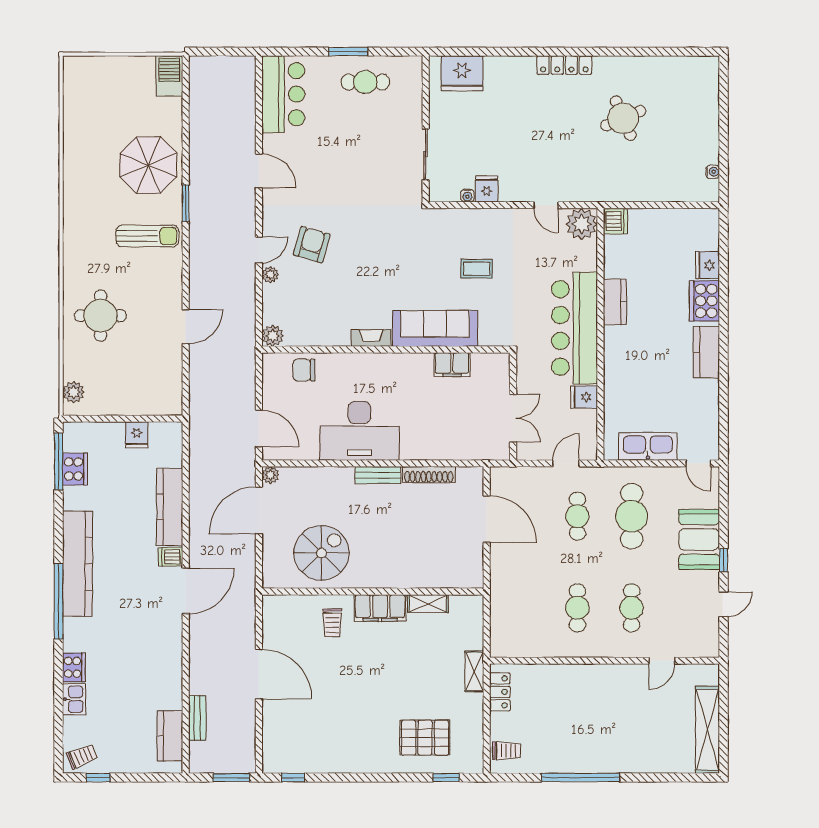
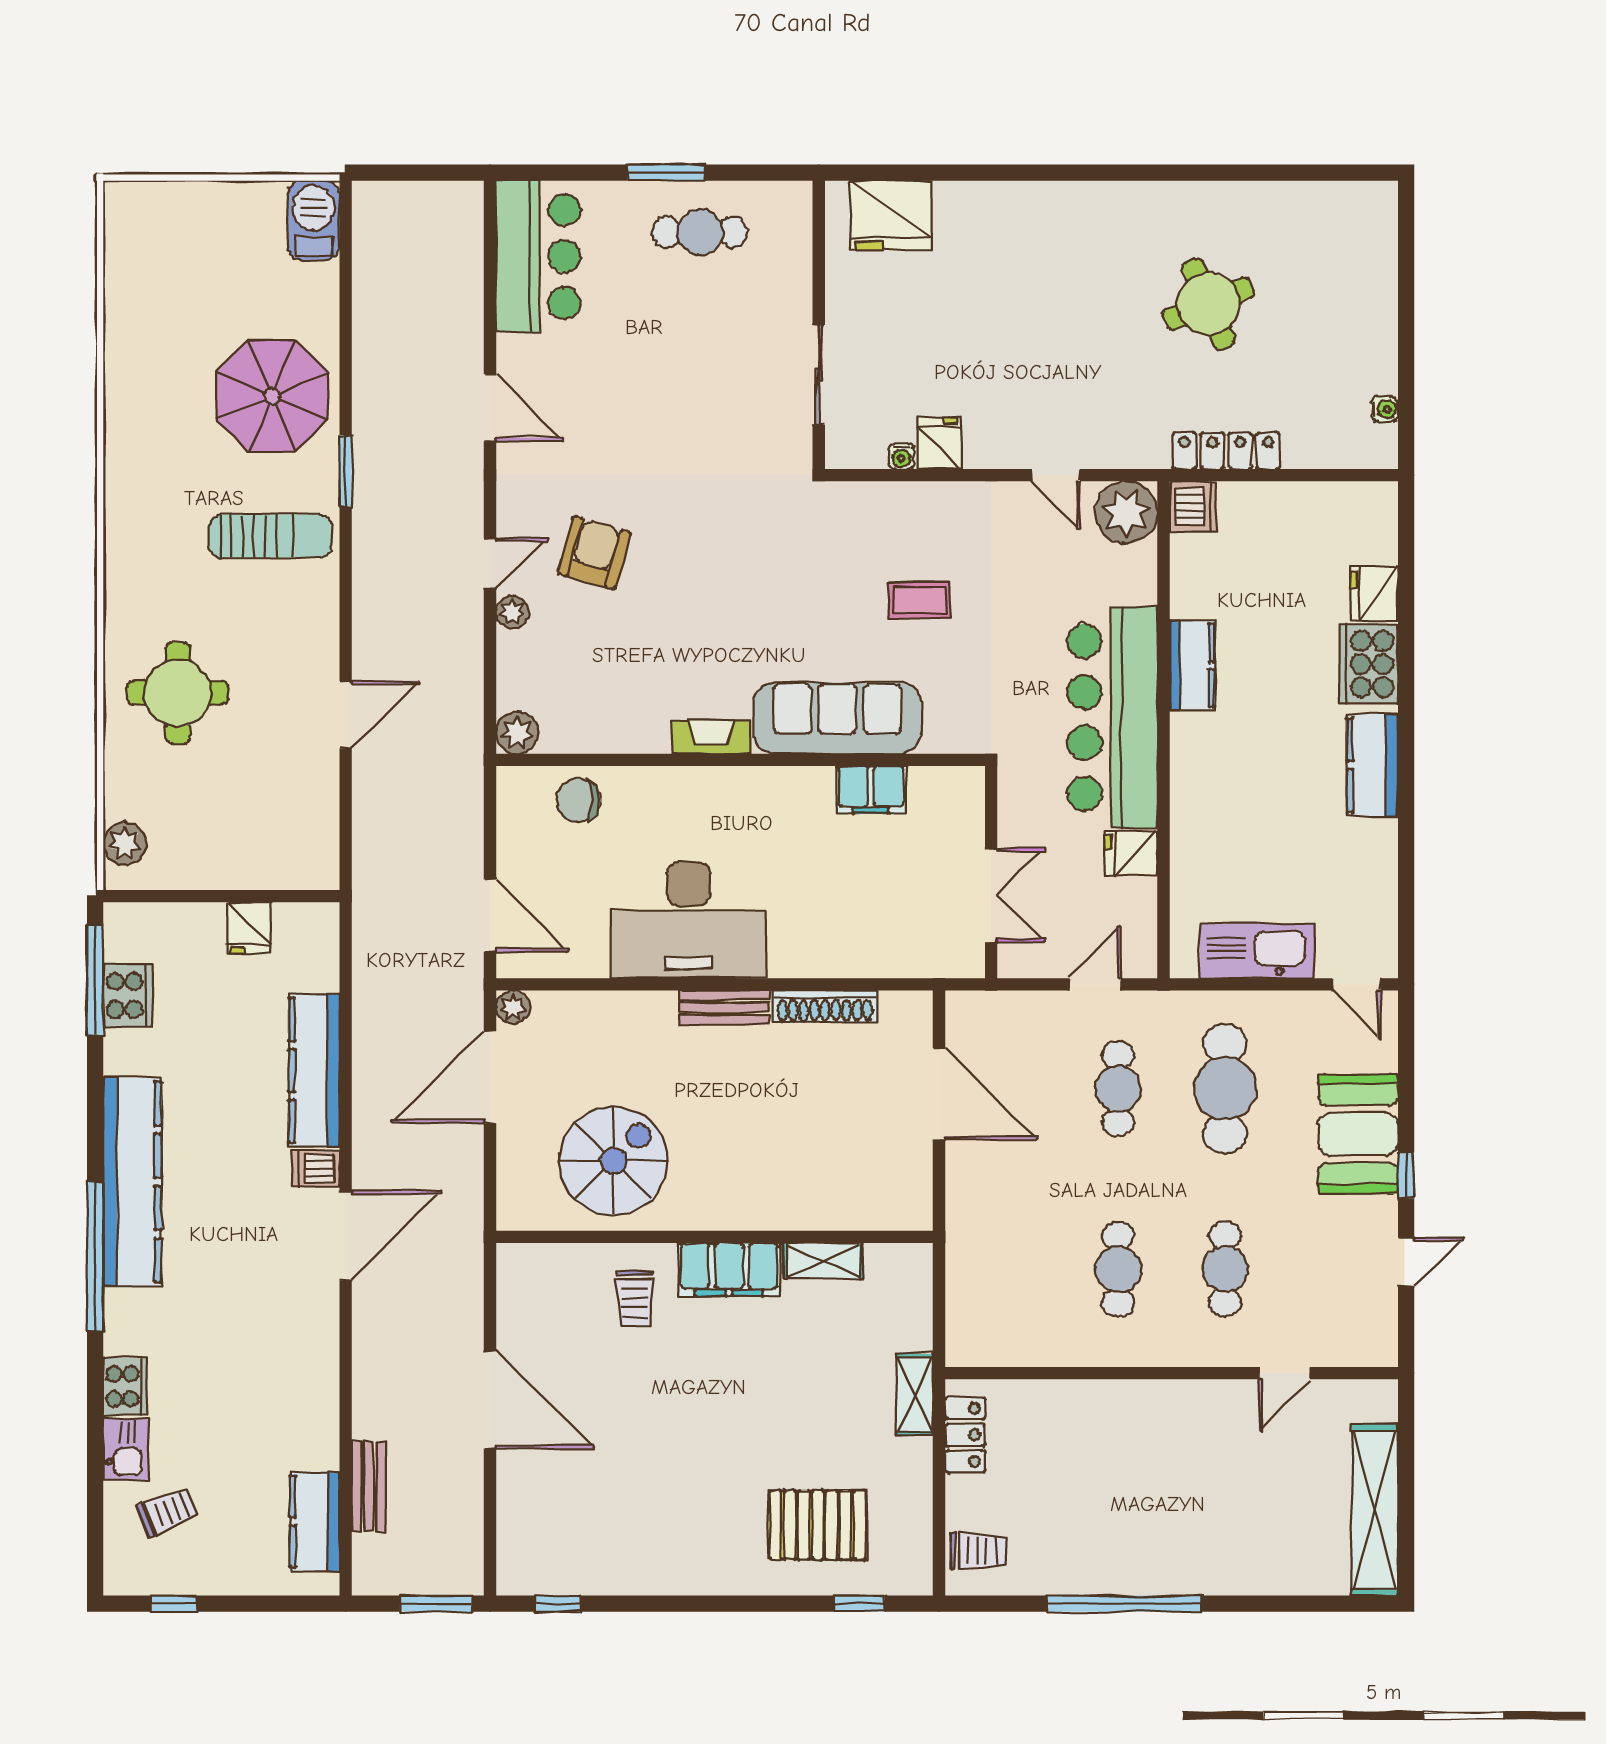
locker: (564, 65) -> (1226, 451), moved, turned 180
trolley: (82, 756) -> (168, 1512), moved

